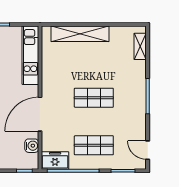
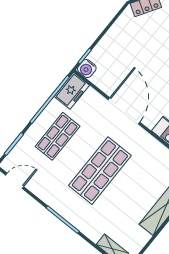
shop shelf: (94, 98) -> (100, 171), width x1.43, depth x1.36
water cooler: (32, 146) -> (87, 69), moved

